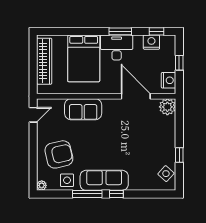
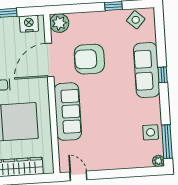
sofa: (83, 109) -> (68, 112), width x1.36
armchair: (59, 154) -> (89, 59), moved, turned -77
sofa: (104, 180) -> (147, 70), moved
window: (87, 194) -> (167, 142), moved

